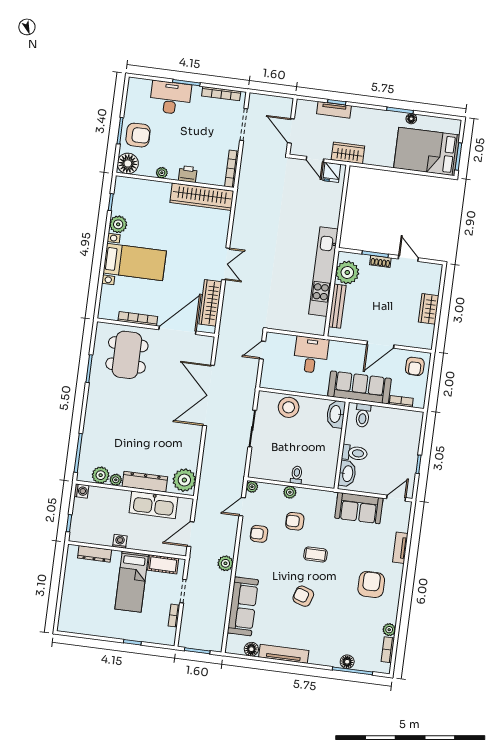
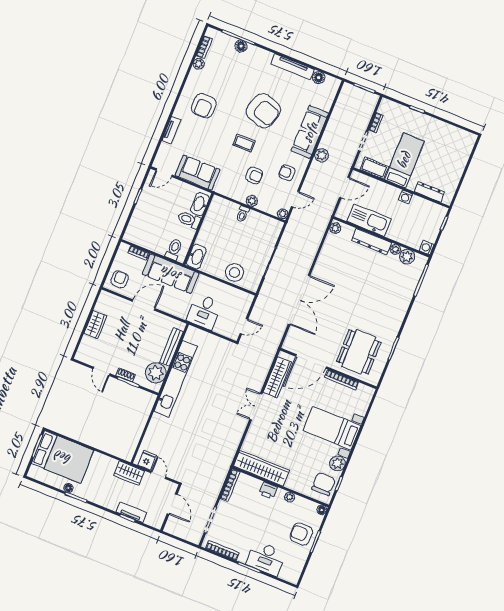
floor lamp: (128, 163) -> (322, 510), width x0.53, depth x0.53
chair: (128, 197) -> (323, 484), added
plant: (184, 480) -> (335, 228), width x0.53, depth x0.53
armchair: (259, 534) -> (287, 173), turned 180
armchair: (303, 596) -> (263, 111), width x1.88, depth x1.88
sofa: (243, 606) -> (310, 132), moved

